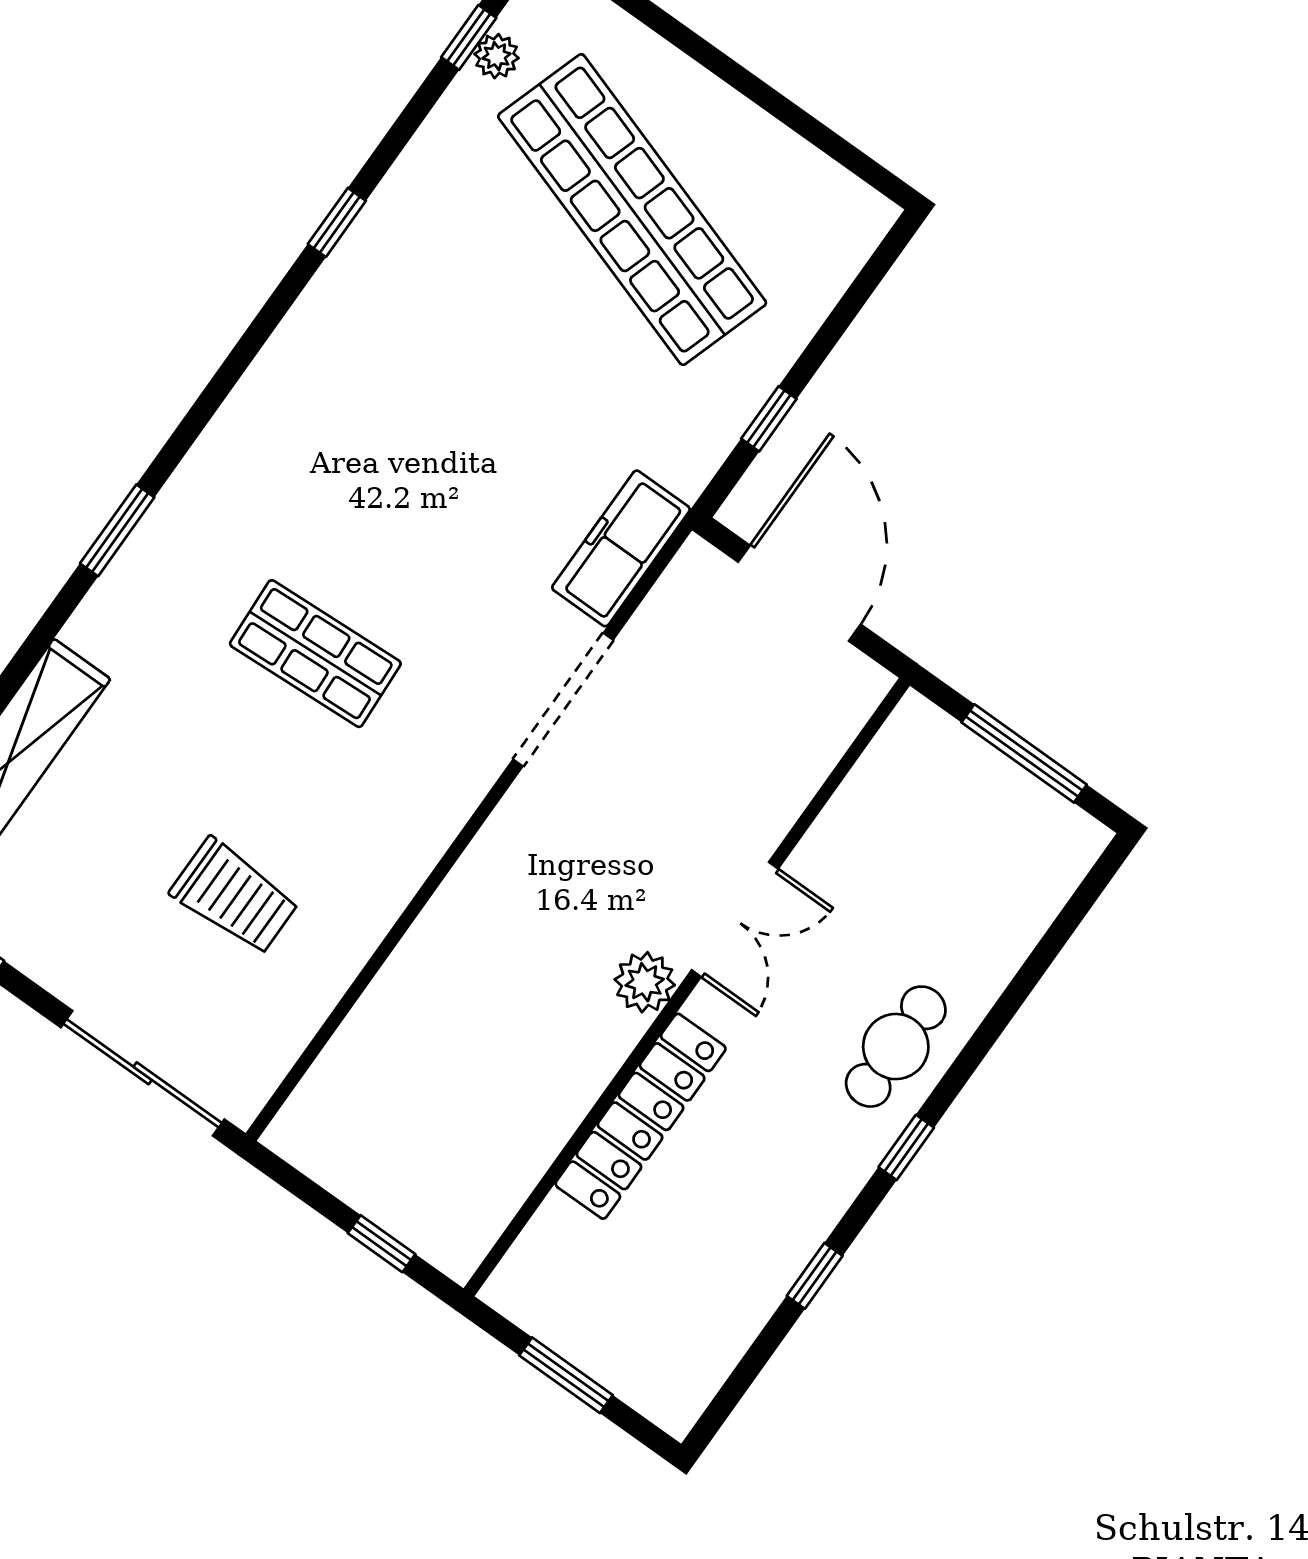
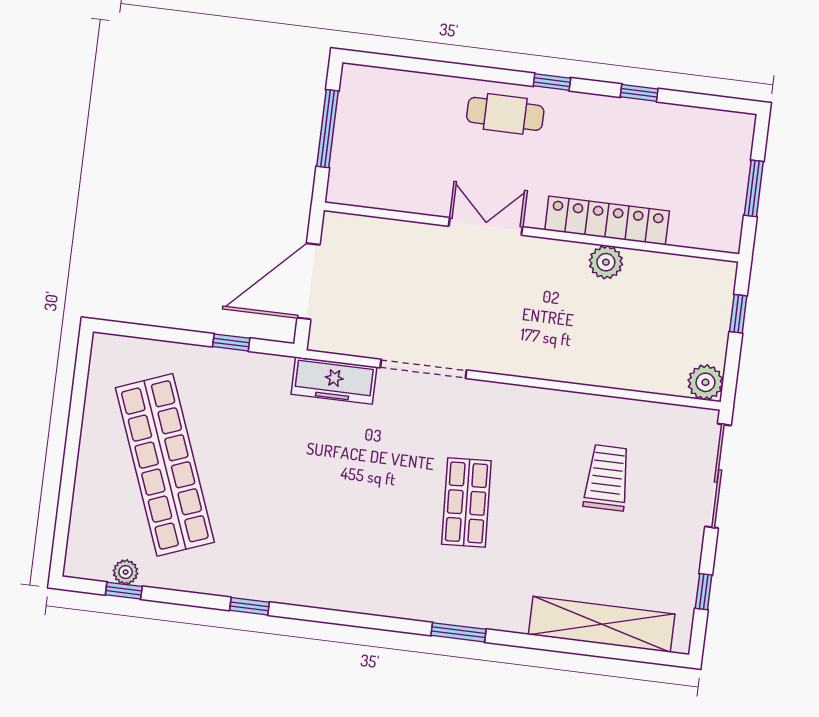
shop shelf: (632, 210) -> (165, 465), turned -39
plant: (645, 982) -> (606, 262), moved
plant: (301, 1133) -> (705, 382), added

